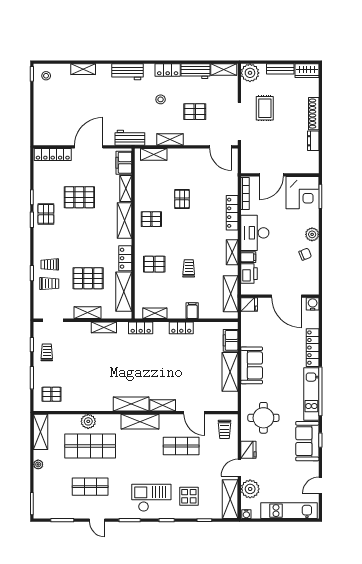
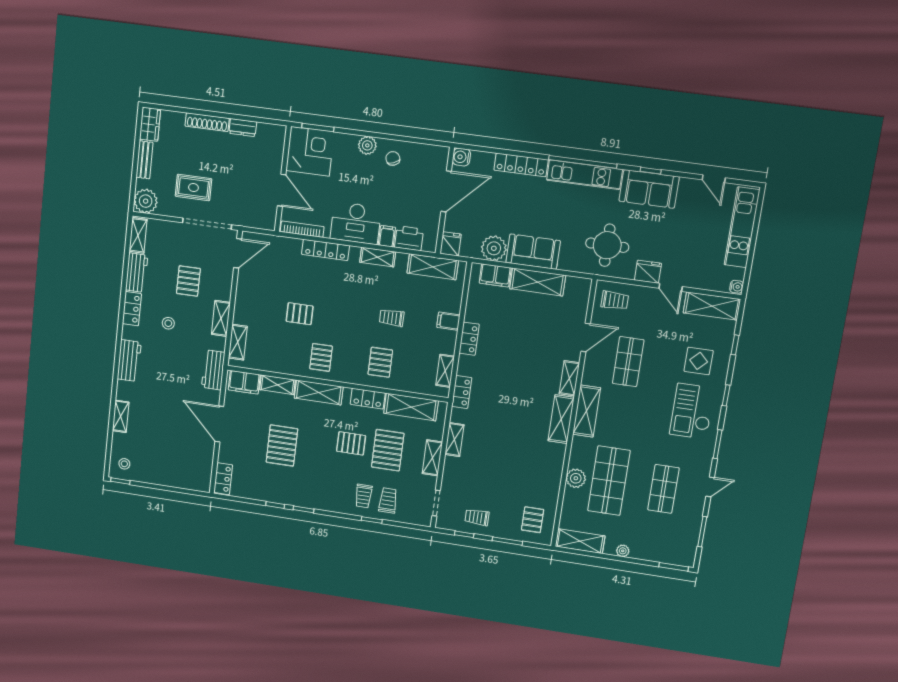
locker: (53, 155) -> (223, 479), width x0.66
pallet: (46, 214) -> (351, 443), moved
plant: (250, 489) -> (494, 248), moved

